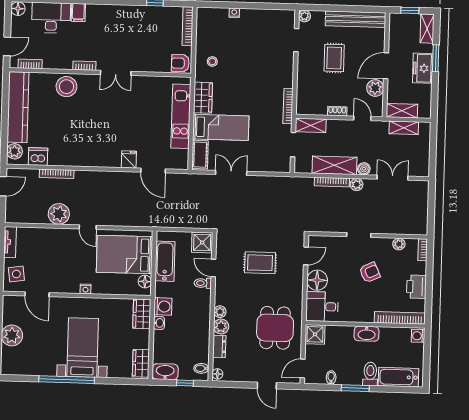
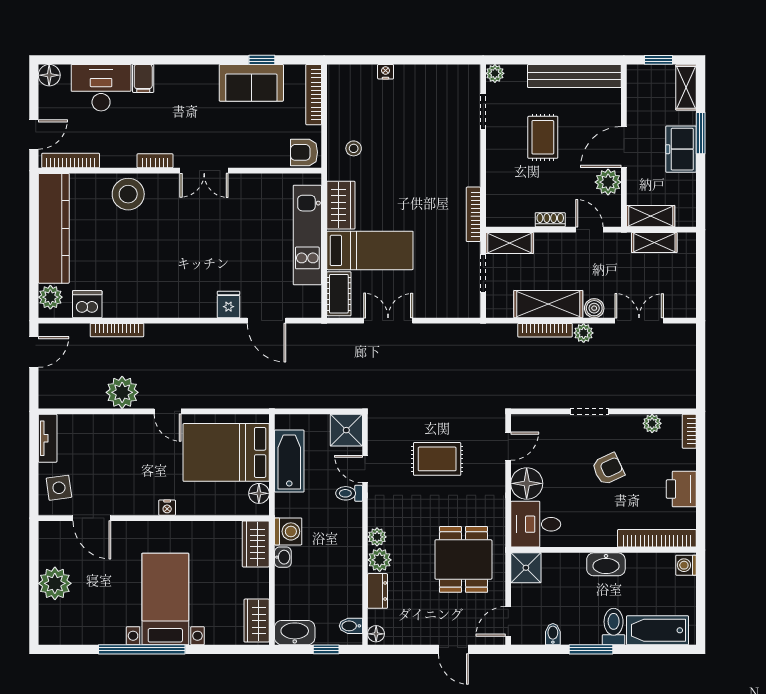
sofa: (148, 17) -> (251, 83), added
bookcase: (30, 64) -> (71, 161), width x1.56

